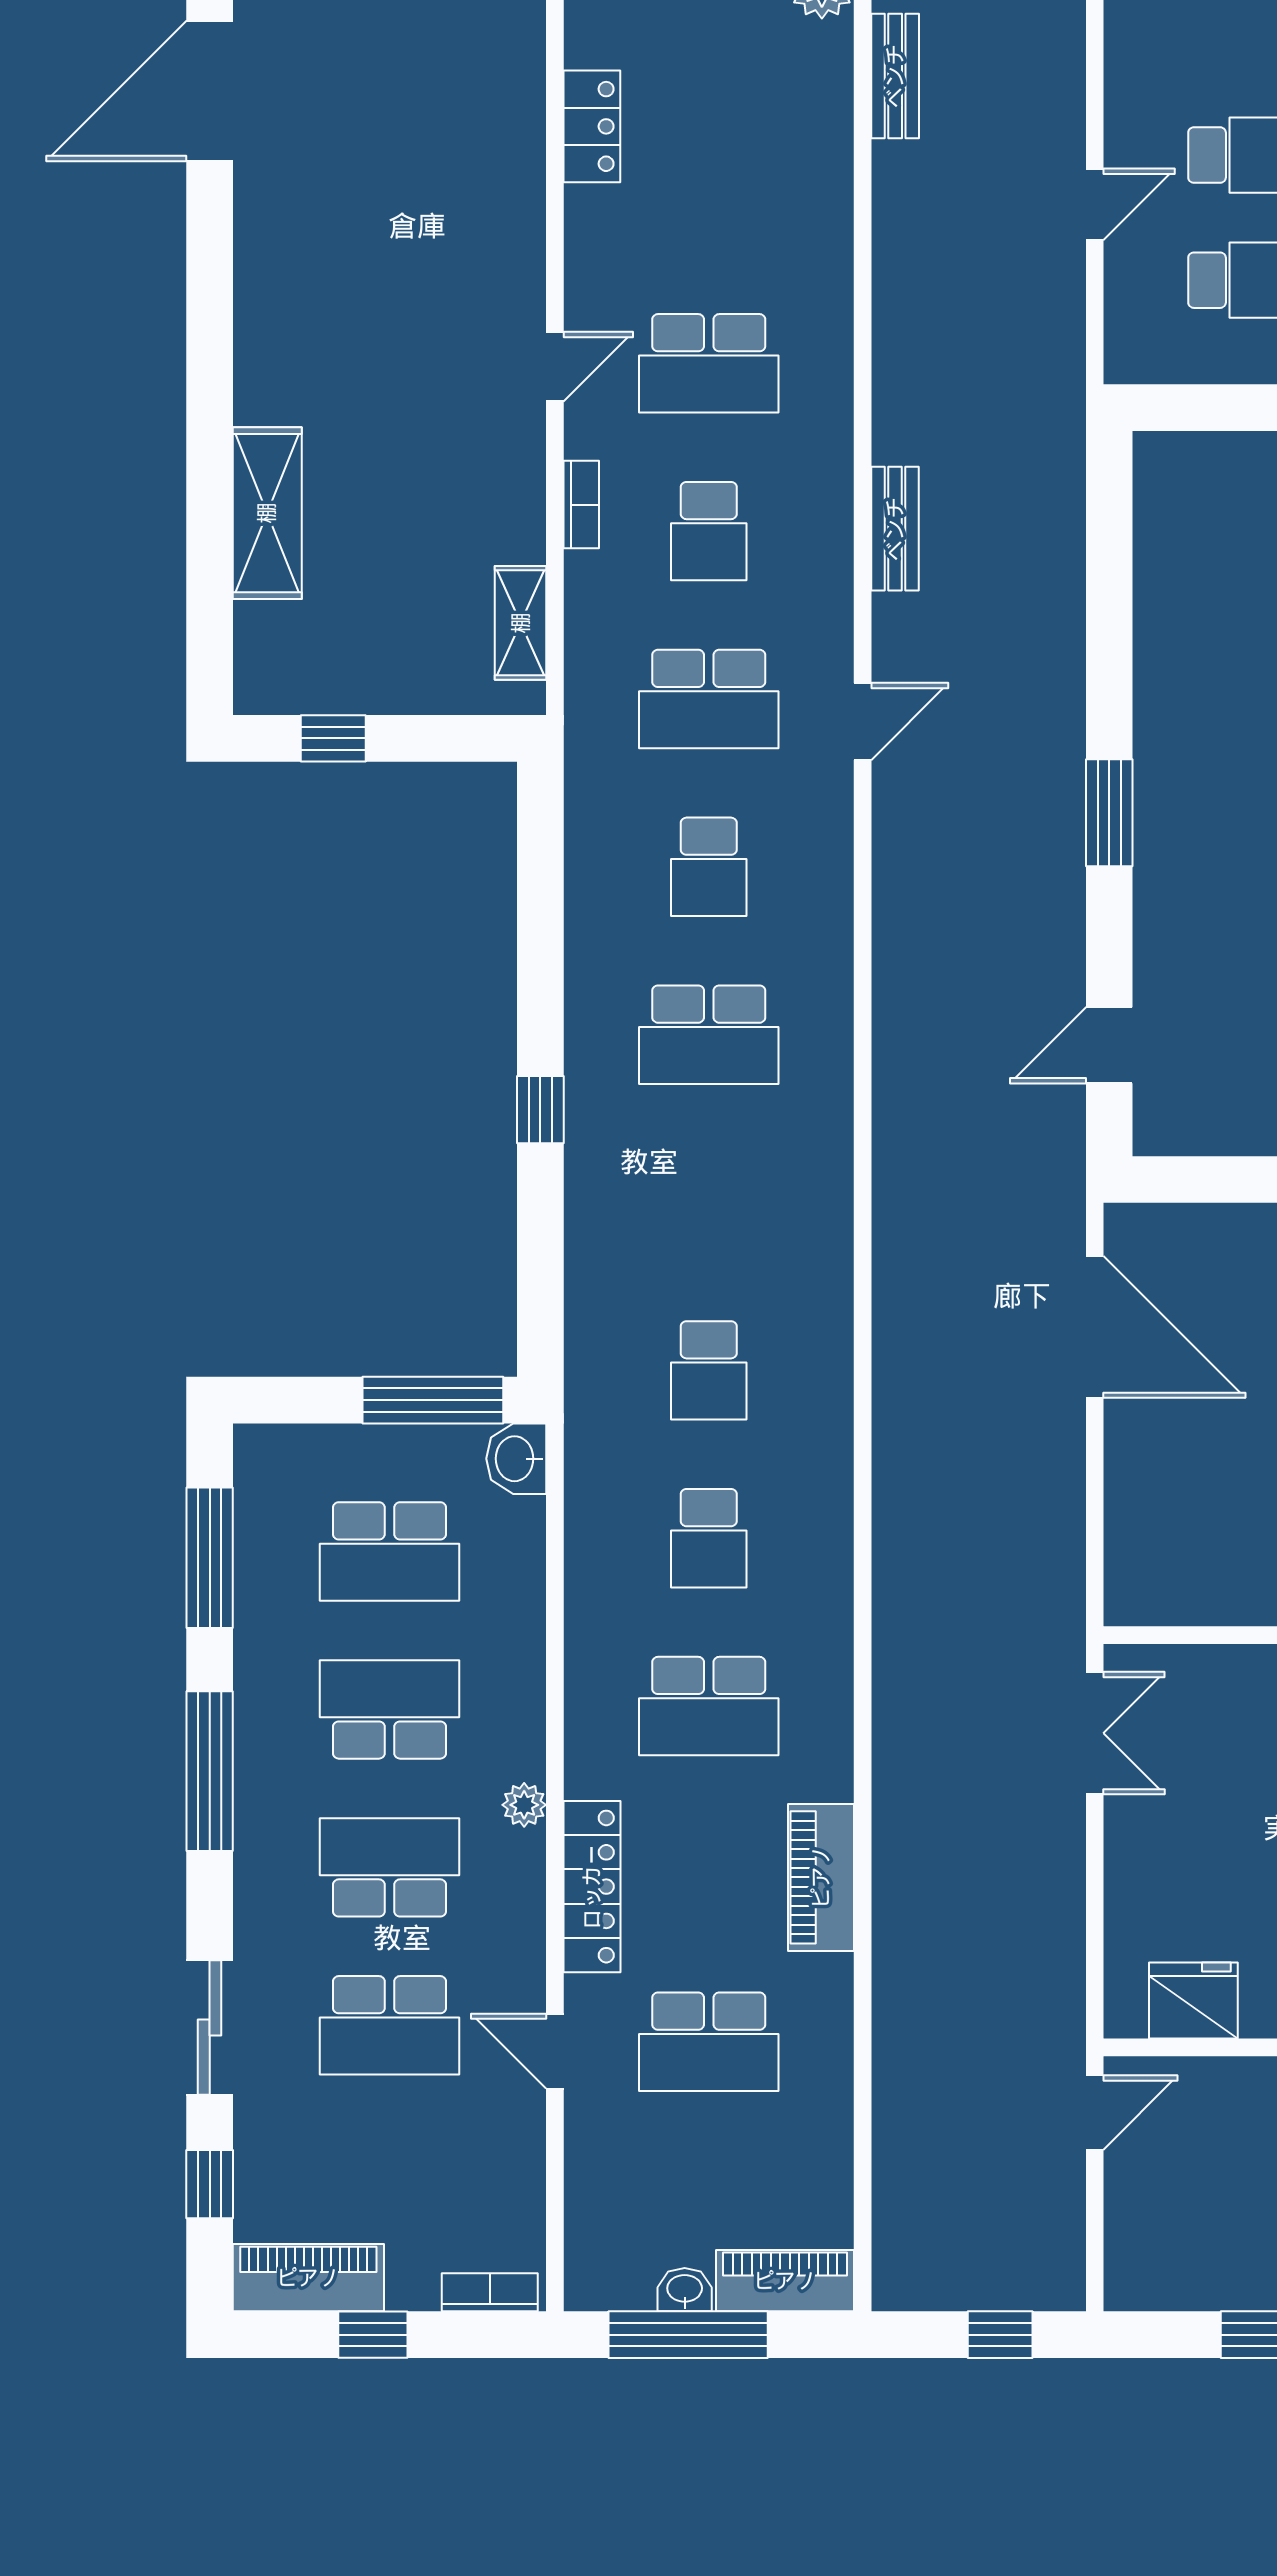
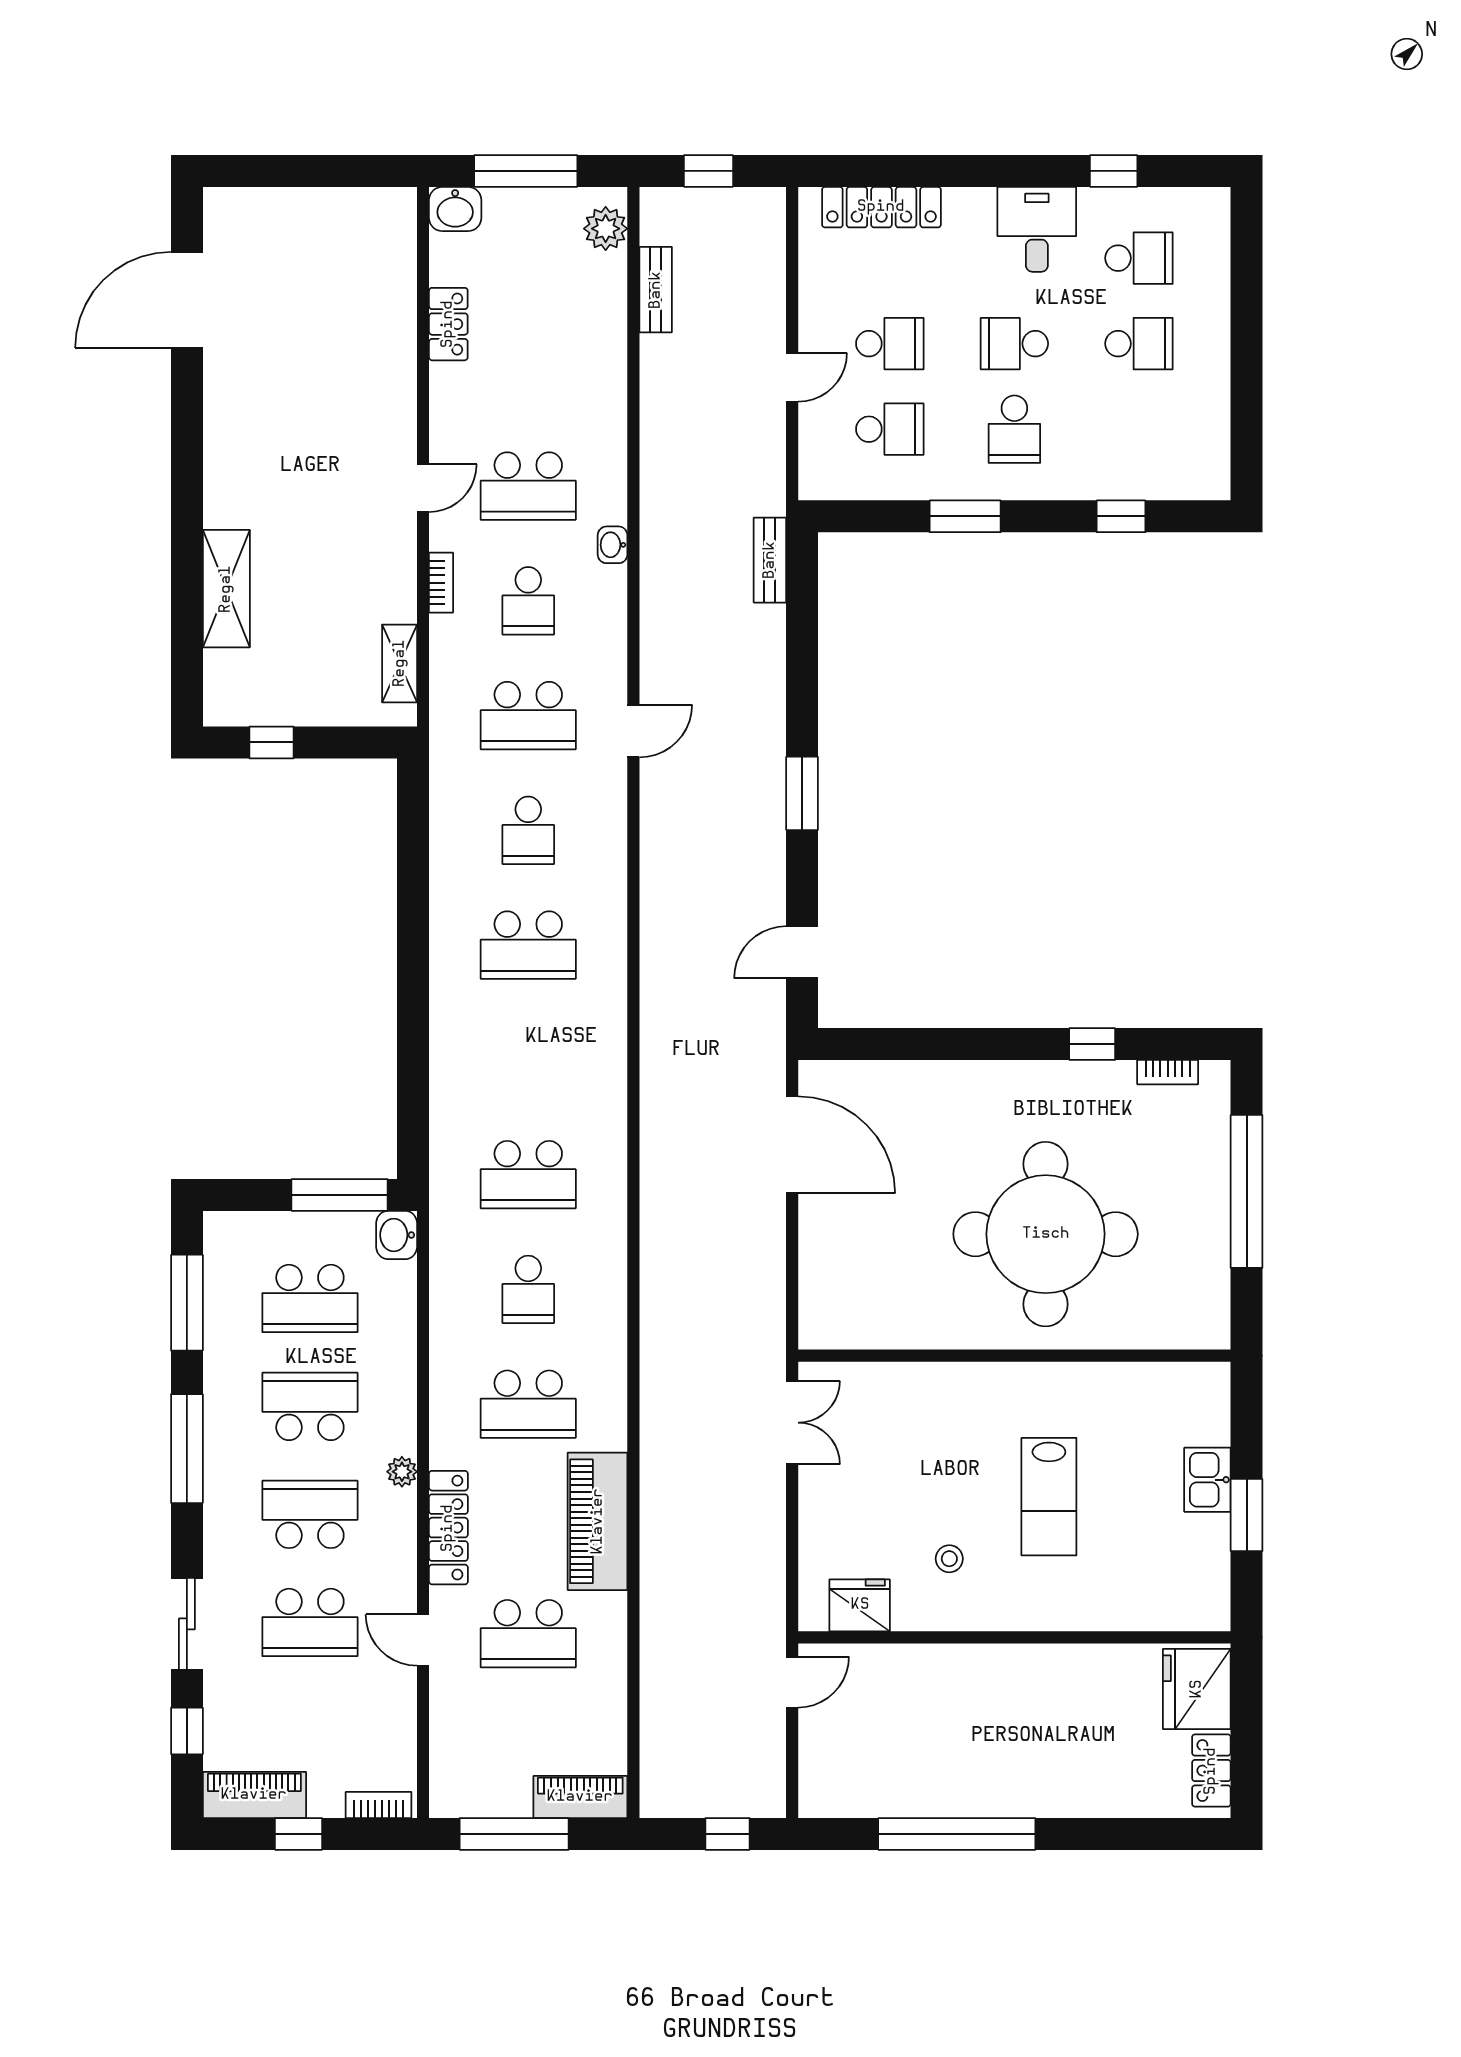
bench: (895, 529) -> (770, 560), moved
window: (540, 1110) -> (413, 996), removed
school desk: (709, 1370) -> (528, 1175), width x1.85
piano: (821, 1877) -> (598, 1521), width x1.37, depth x1.33
washbasin: (685, 2290) -> (613, 545), moved, turned -90

